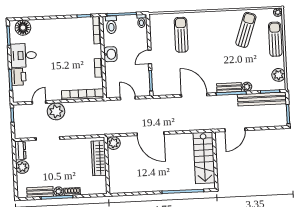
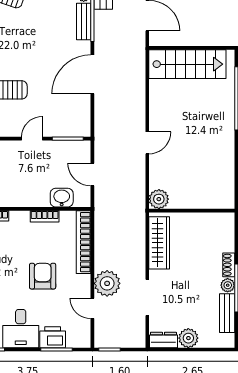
washbasin: (110, 54) -> (62, 198), moved
door: (150, 57) -> (32, 139), swing flipped
armchair: (59, 68) -> (43, 276), added
door: (128, 98) -> (92, 174), hinge flipped
door: (151, 134) -> (147, 143), width x0.53
wardrobe: (99, 158) -> (159, 243), moved, turned -90

